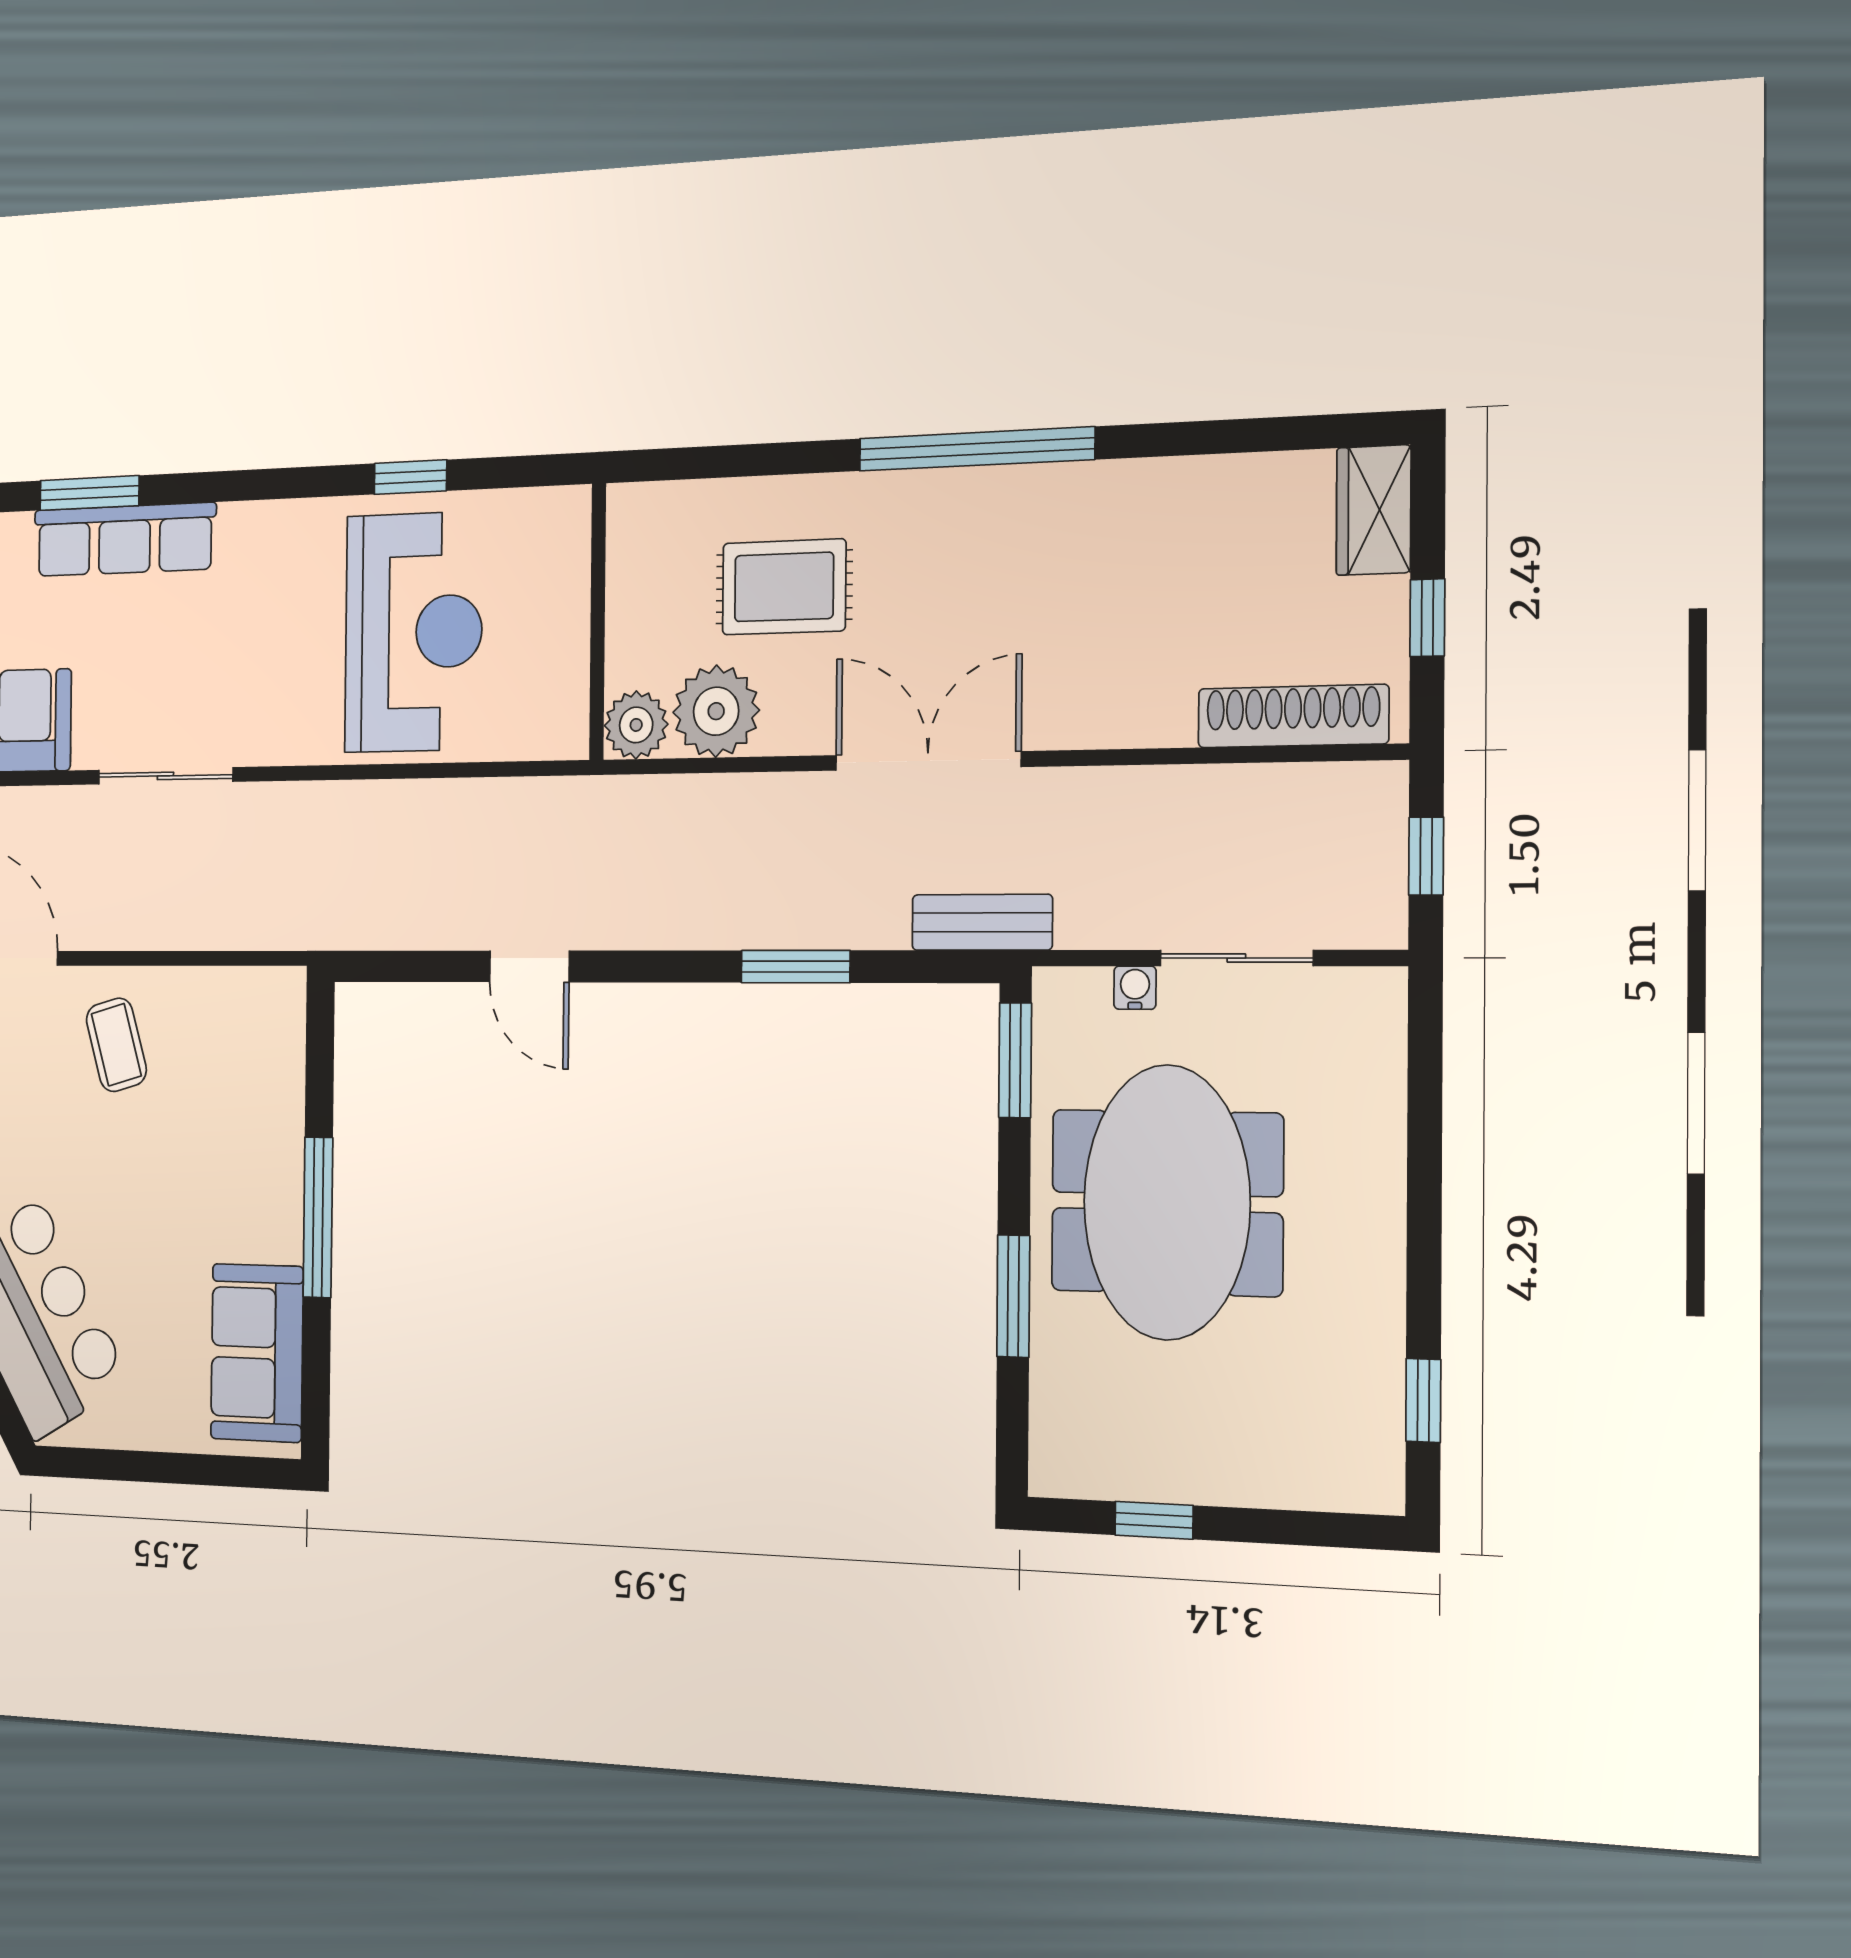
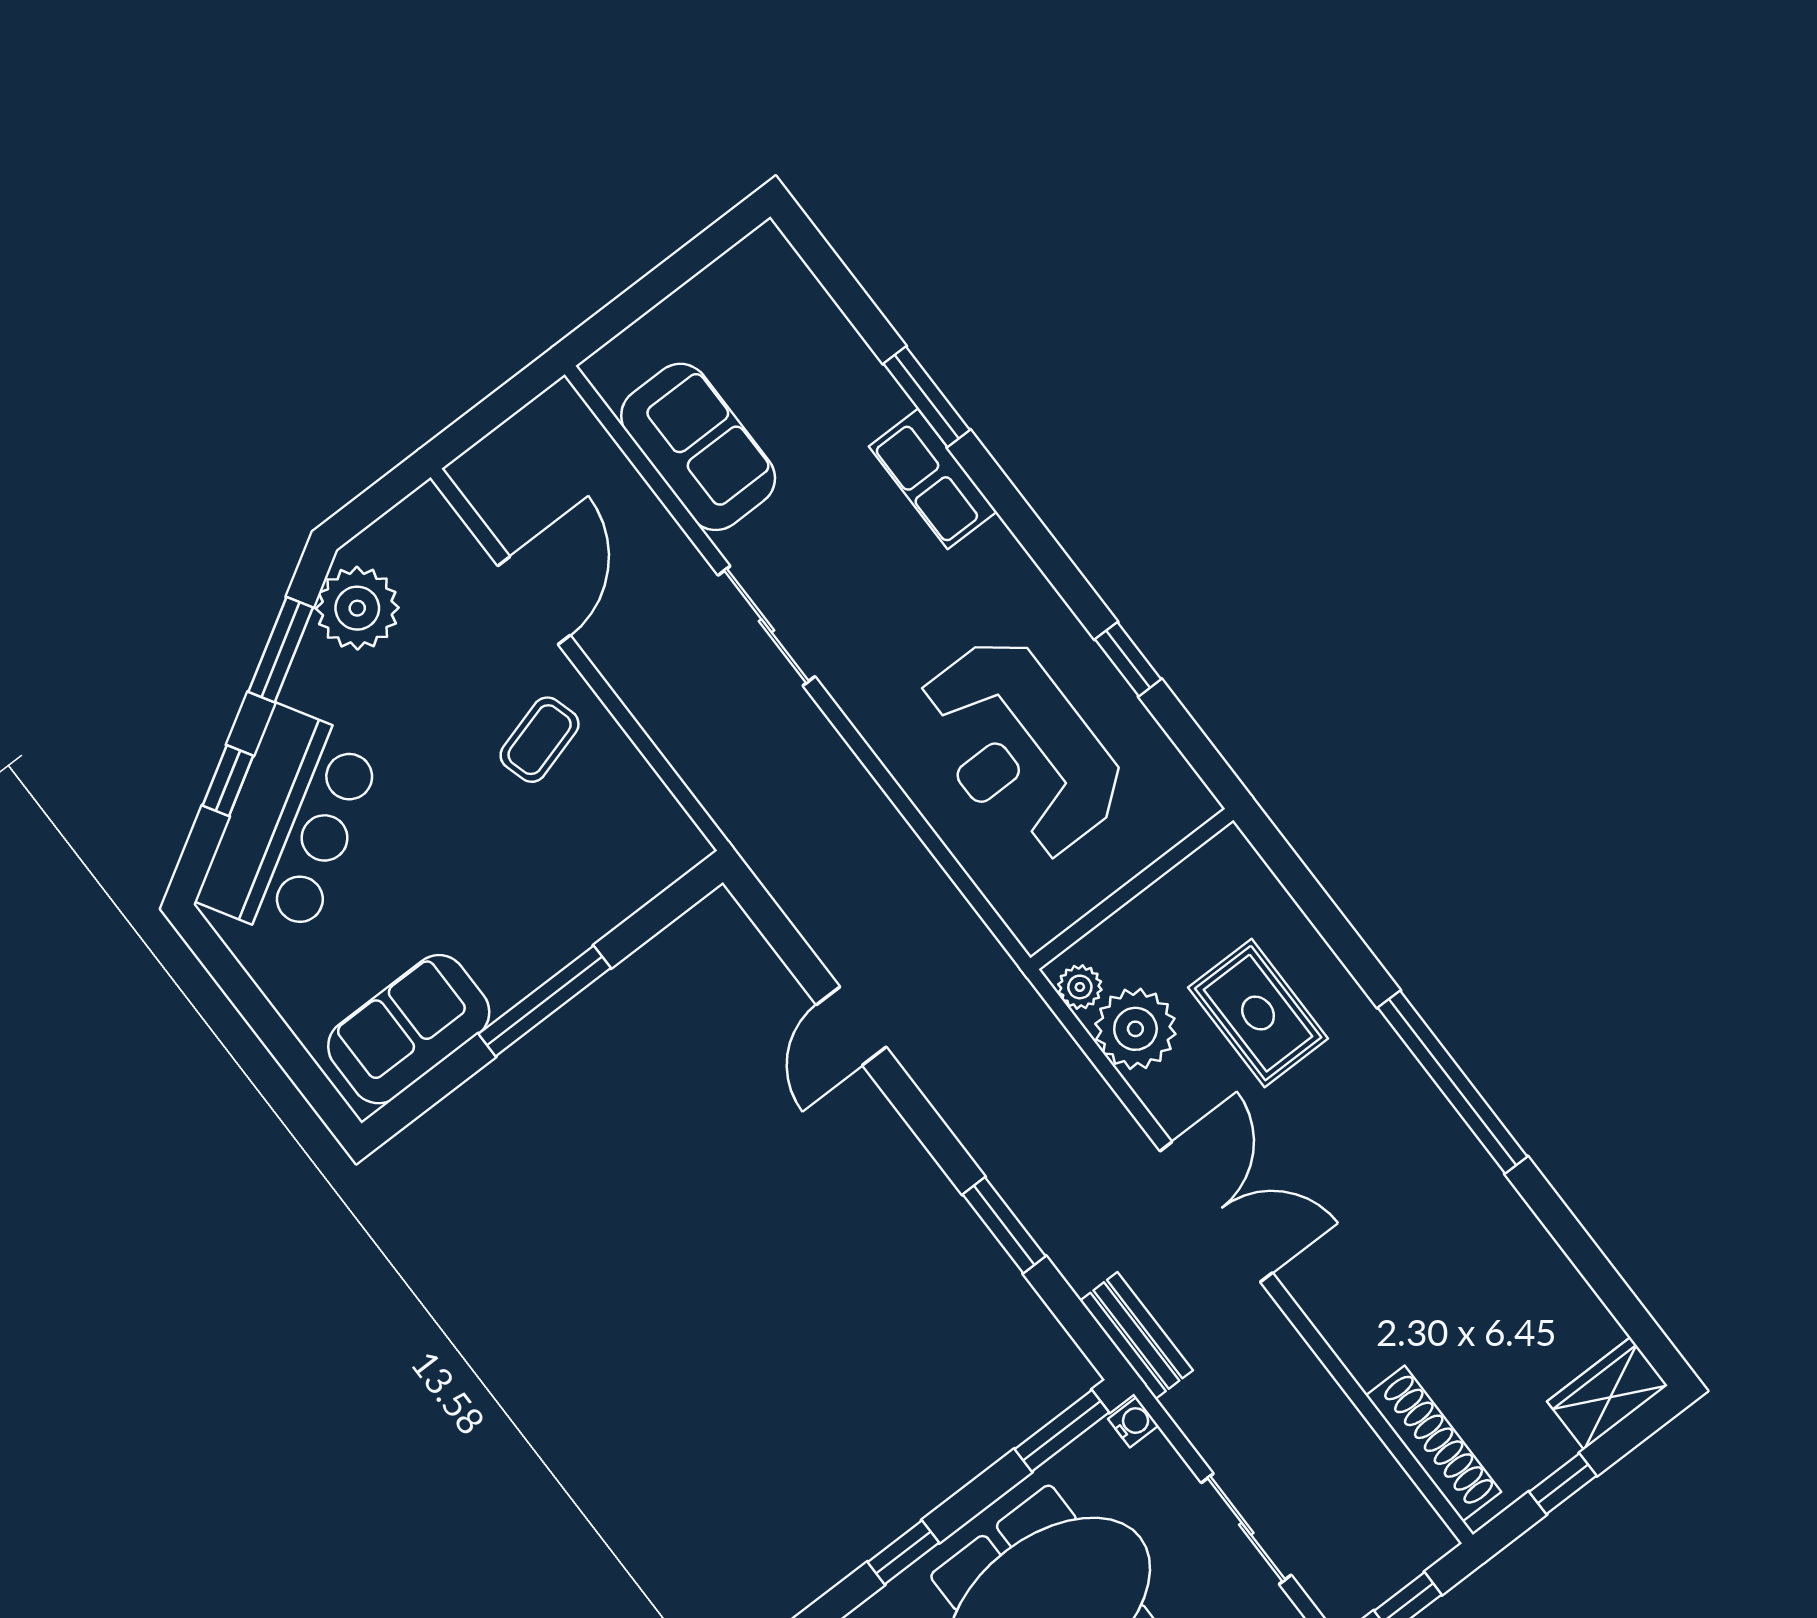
row of seats: (125, 540) -> (933, 479), width x0.68
reception desk: (413, 632) -> (1019, 749), turned 90
plant: (636, 725) -> (1080, 987), width x0.73, depth x0.73
water cooler: (1135, 988) -> (1133, 1422), moved
window: (1013, 1296) -> (903, 1552), width x0.67

